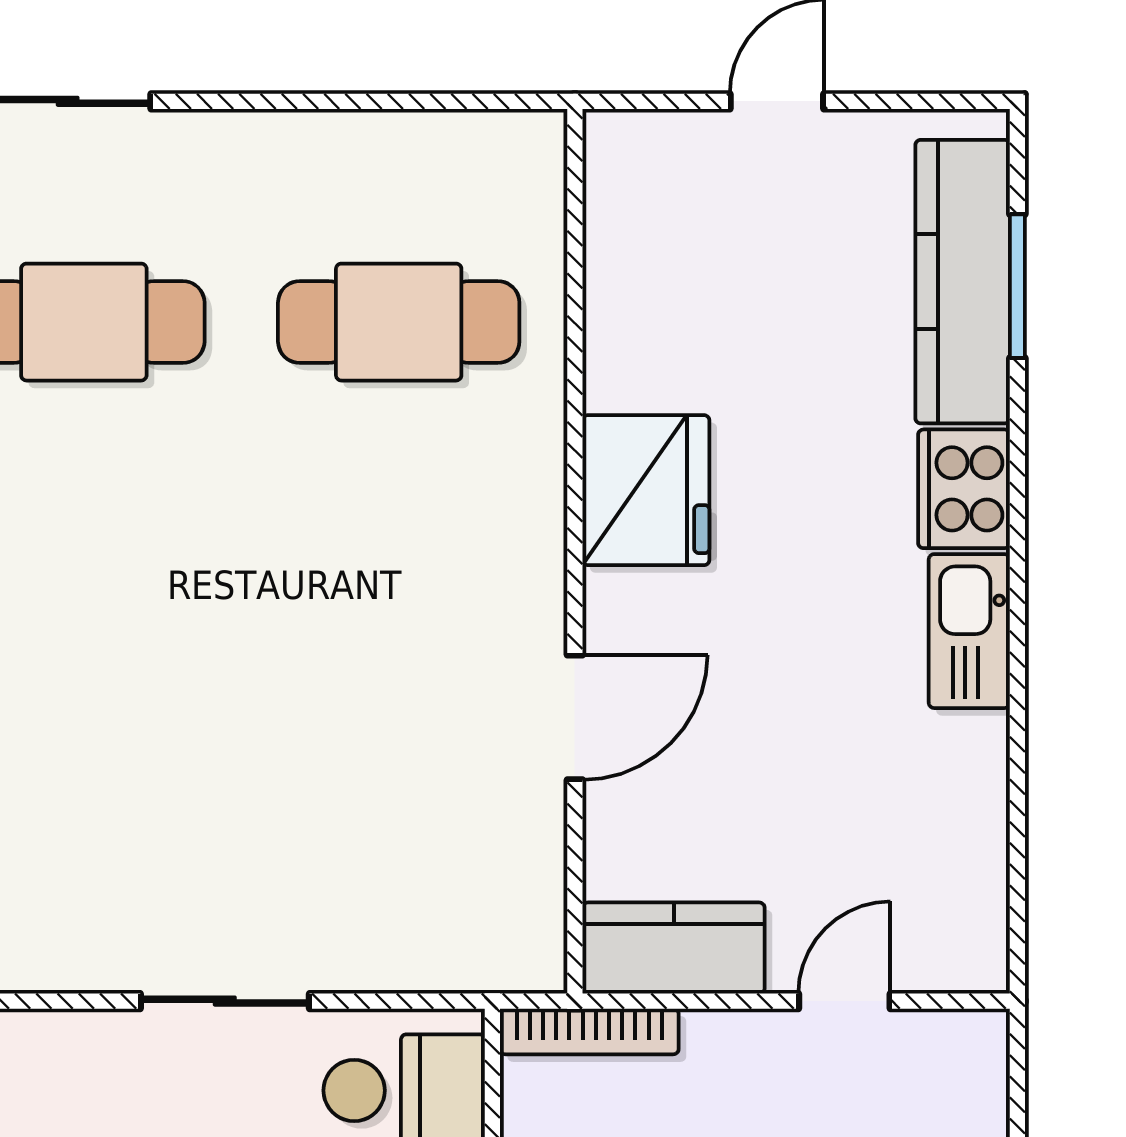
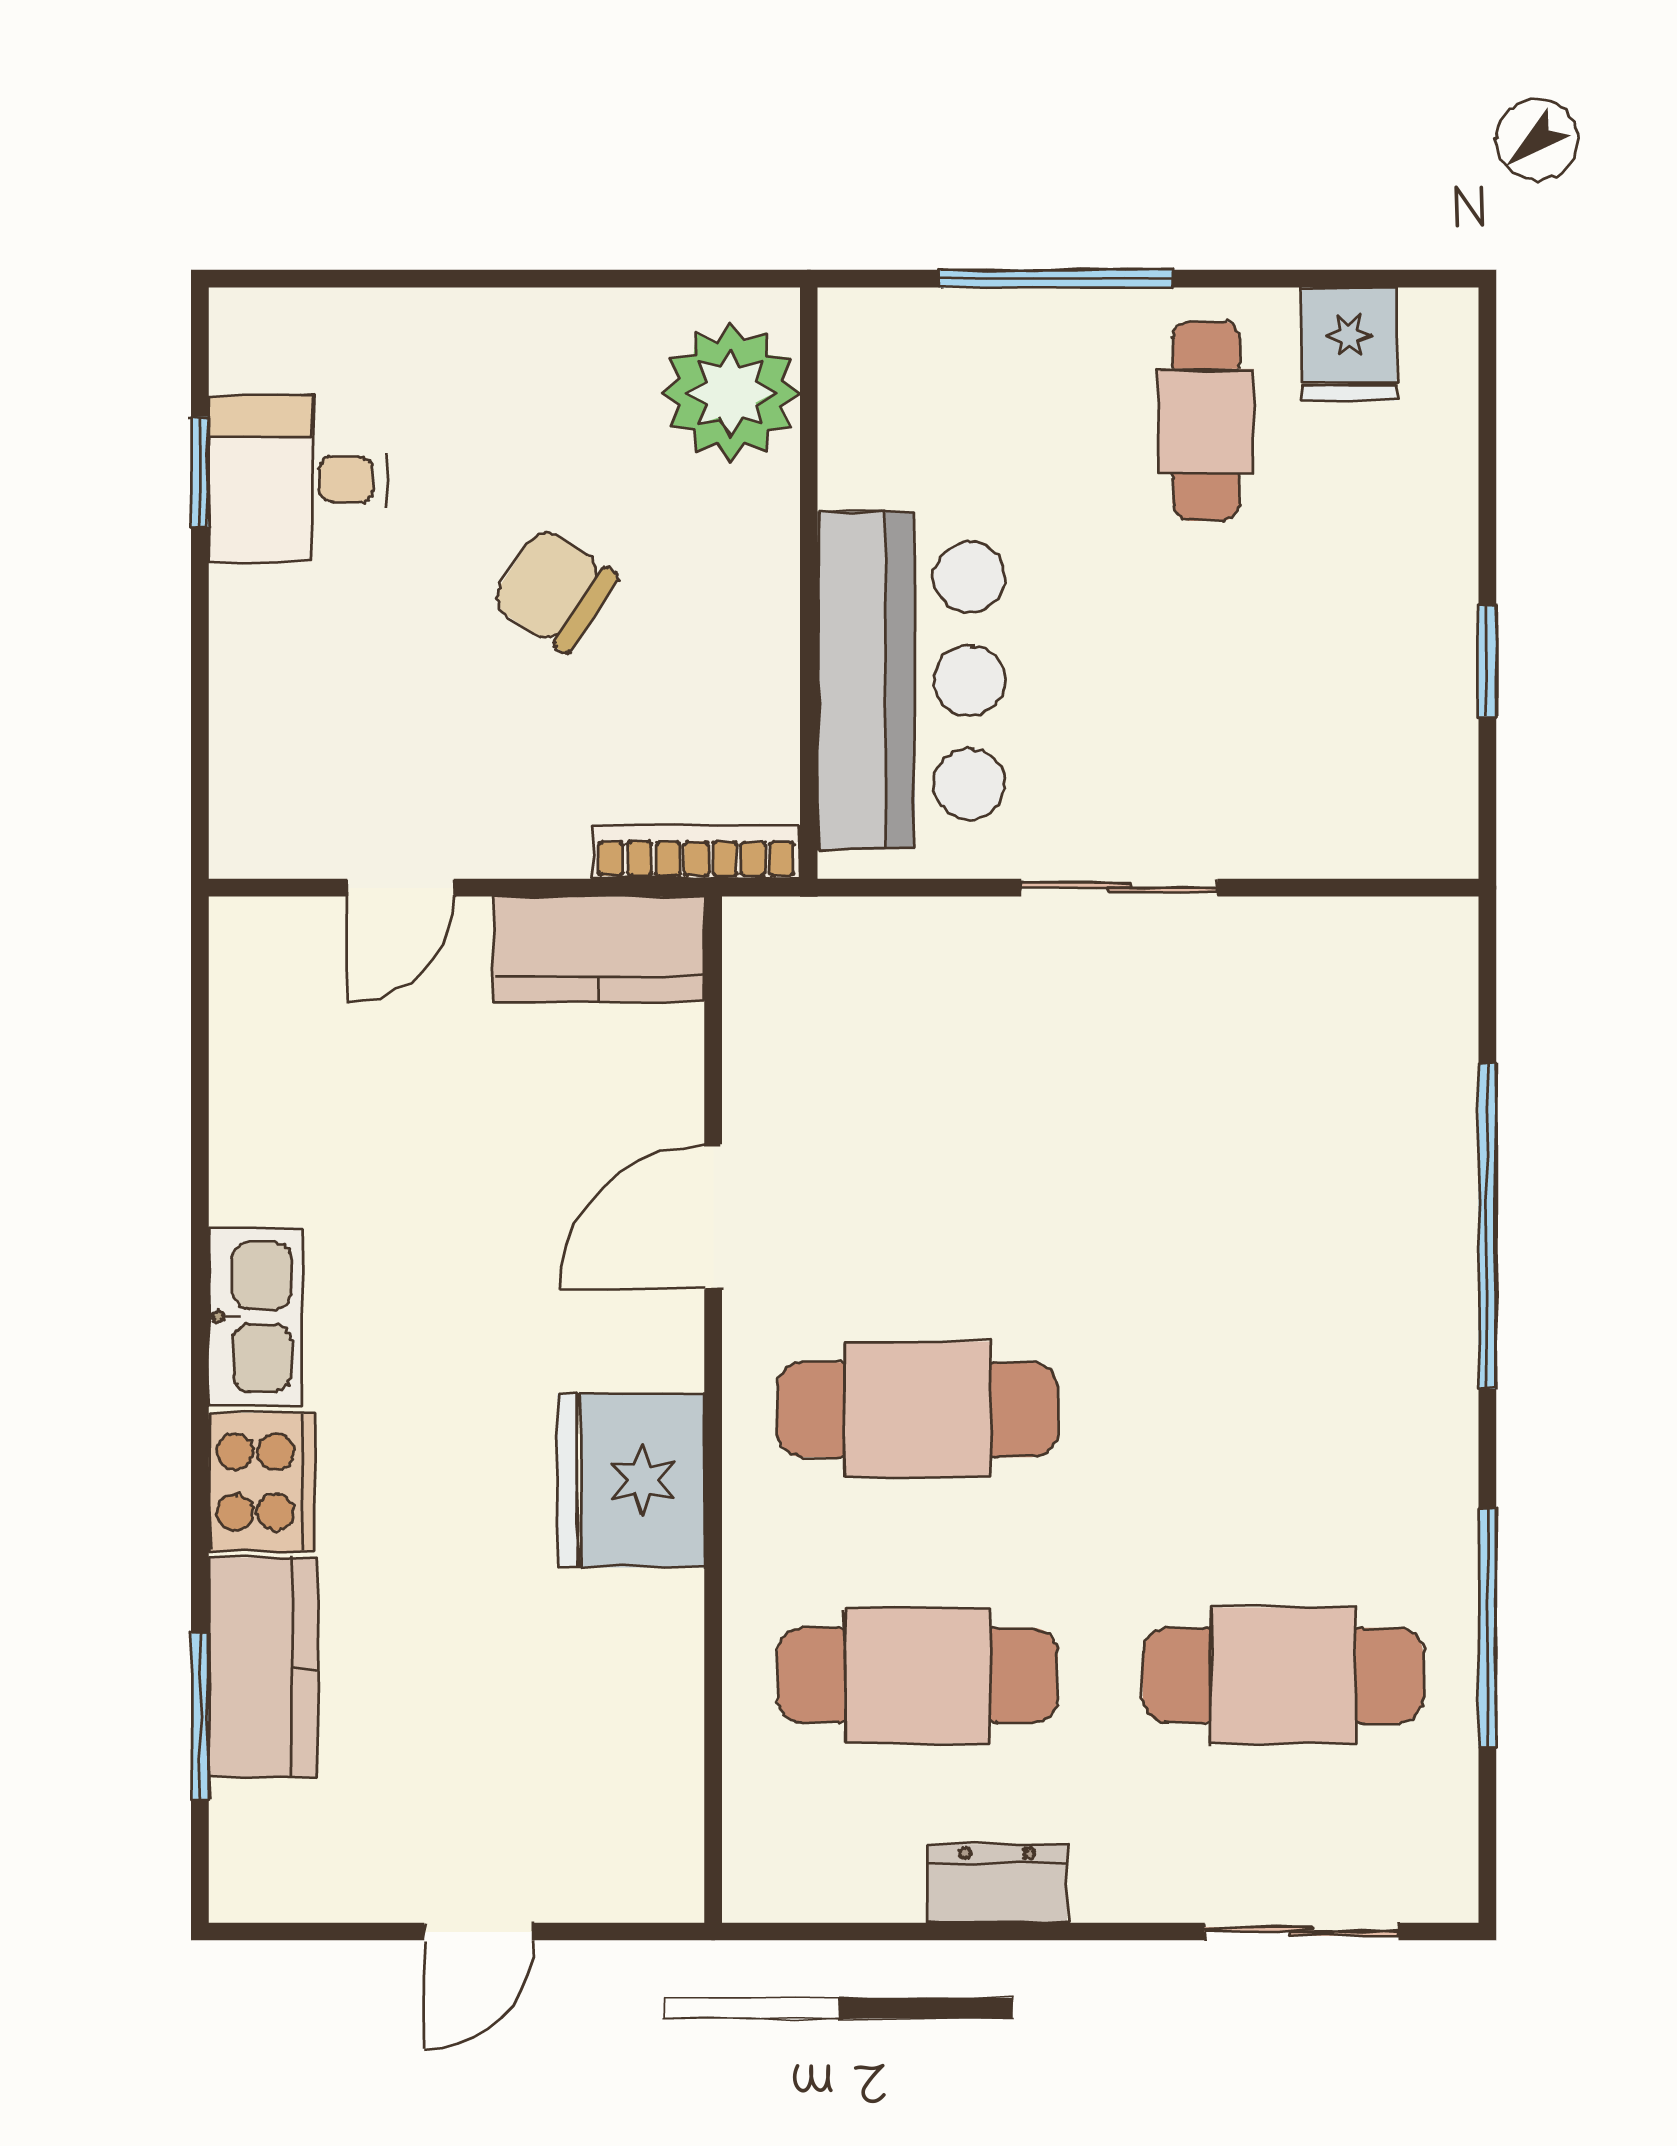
dresser: (330, 143) -> (997, 1884), added
kitchen counter: (963, 282) -> (263, 1667), width x0.67
cafe table: (399, 551) -> (918, 1410), added

